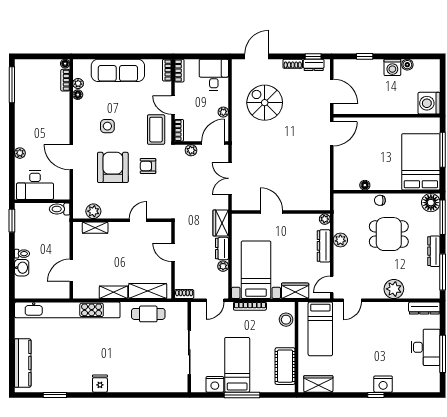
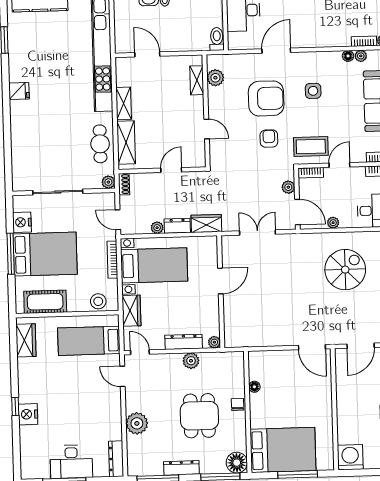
plant: (182, 308) -> (108, 182), added
bed: (237, 365) -> (45, 254), width x1.50

